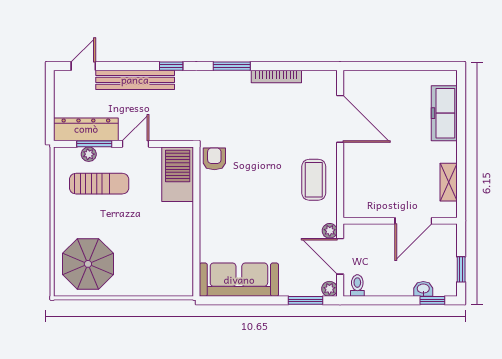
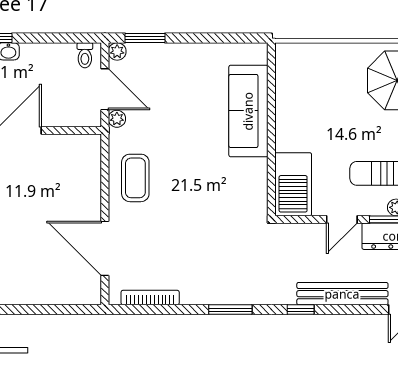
bookcase: (276, 76) -> (150, 298), moved
armchair: (214, 159) -> (251, 202), removed
sofa: (239, 280) -> (248, 111), moved, turned 90

